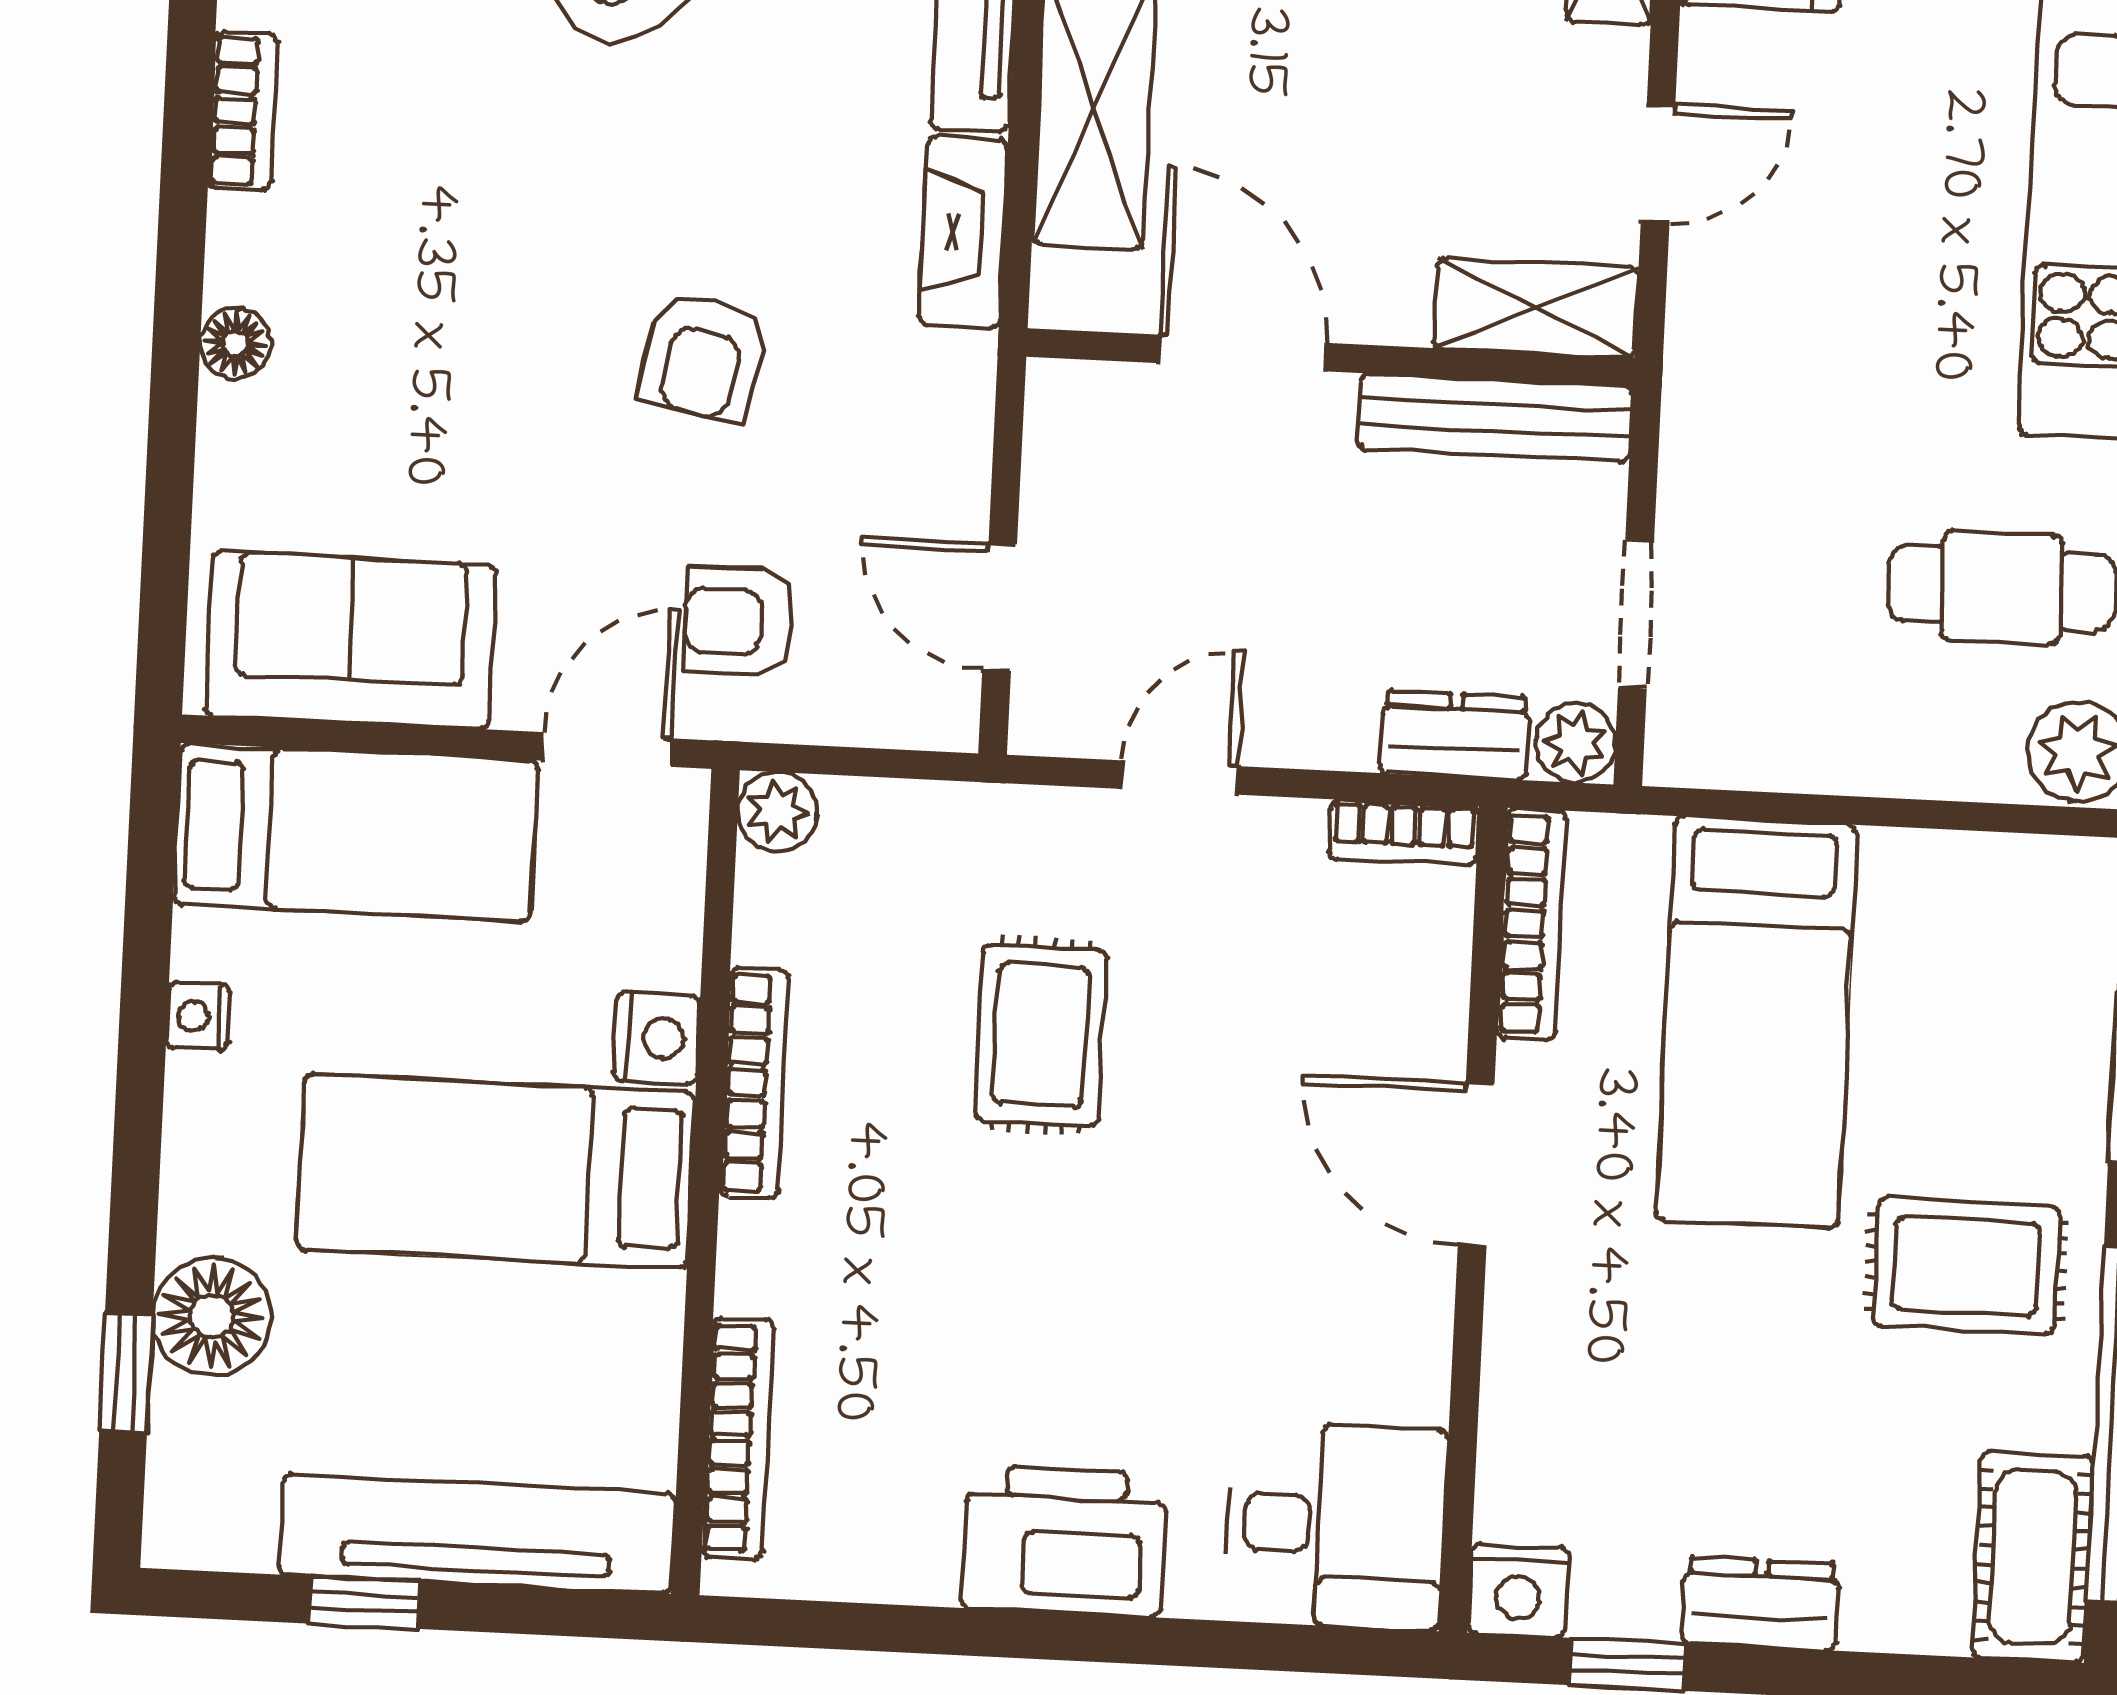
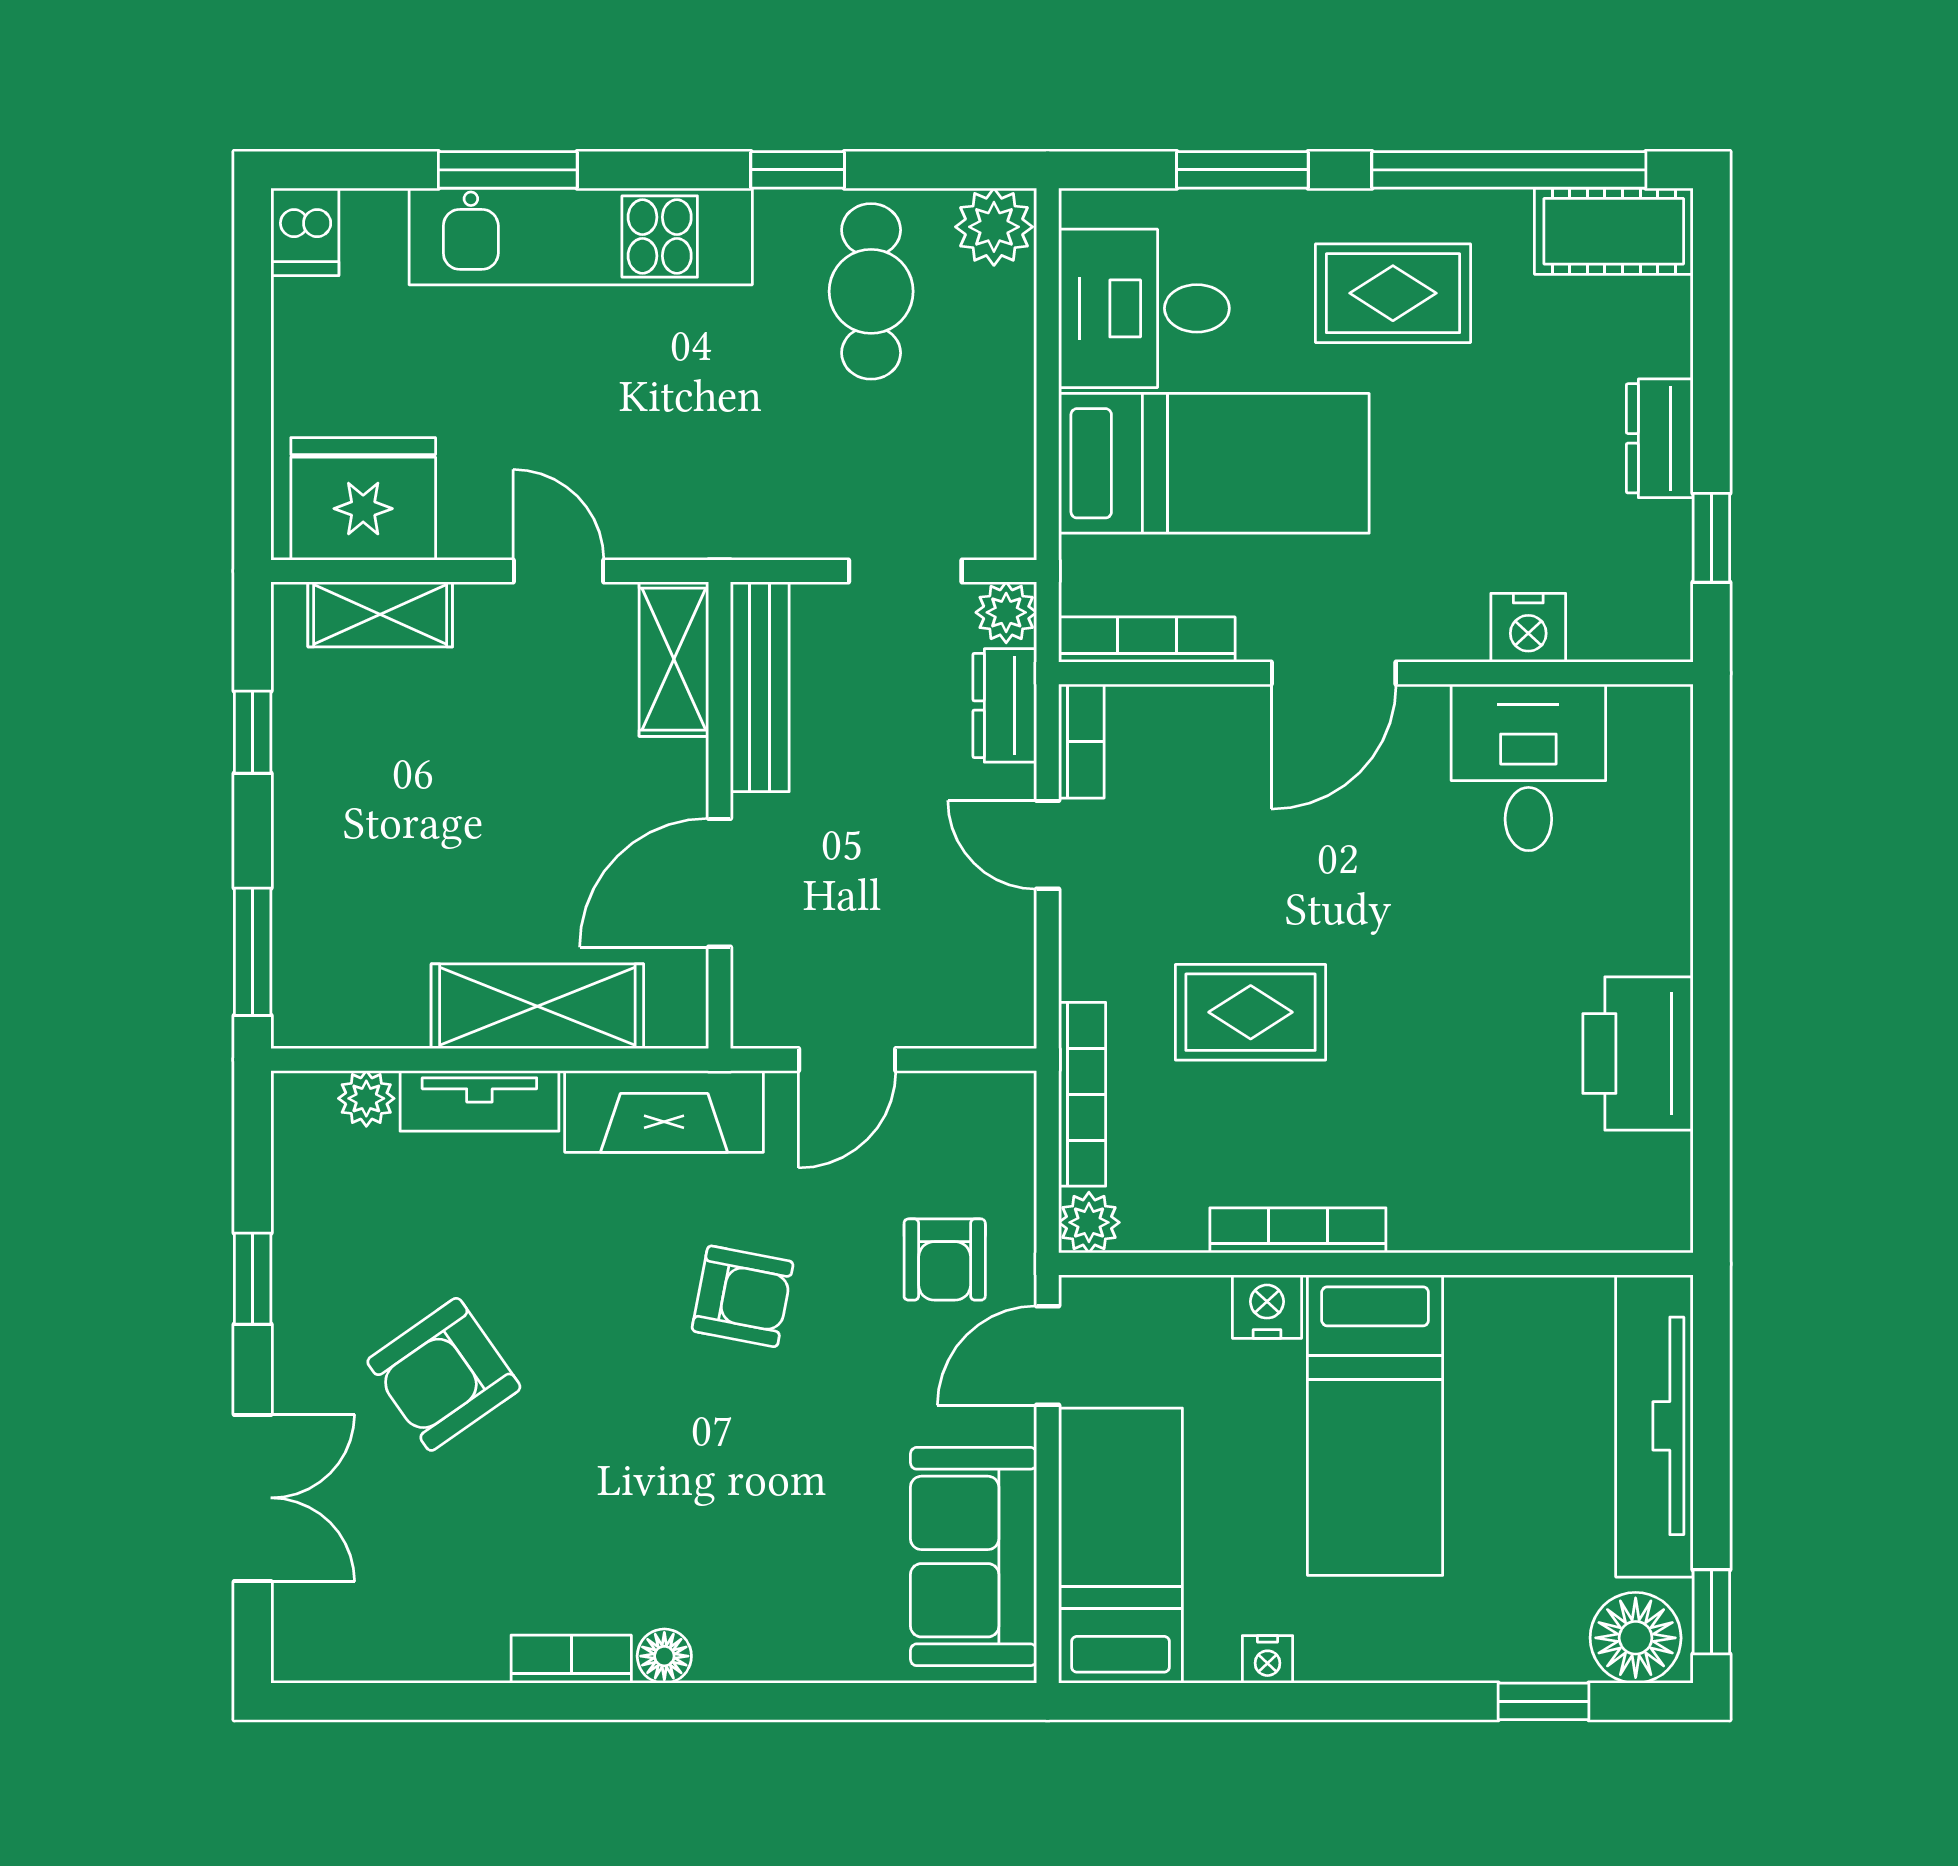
fireplace: (963, 232) -> (664, 1111), width x1.37, depth x1.32
floor lamp: (235, 343) -> (664, 1656), moved
door: (1000, 607) -> (847, 1060), moved
door: (607, 750) -> (1048, 1355), hinge flipped
door: (1179, 778) -> (1048, 845), moved
desk: (1962, 941) -> (1144, 308), added
rug: (1966, 1266) -> (1393, 293), turned 90
floor lamp: (212, 1316) -> (1636, 1638), moved
bookcase: (738, 1439) -> (1082, 1094), moved, turned 90
desk: (1336, 1526) -> (1528, 767), moved
printer: (1064, 1541) -> (1638, 1053), moved
nightstand: (1518, 1590) -> (1528, 628), moved, turned 90
window: (364, 1602) -> (1711, 1612), moved

